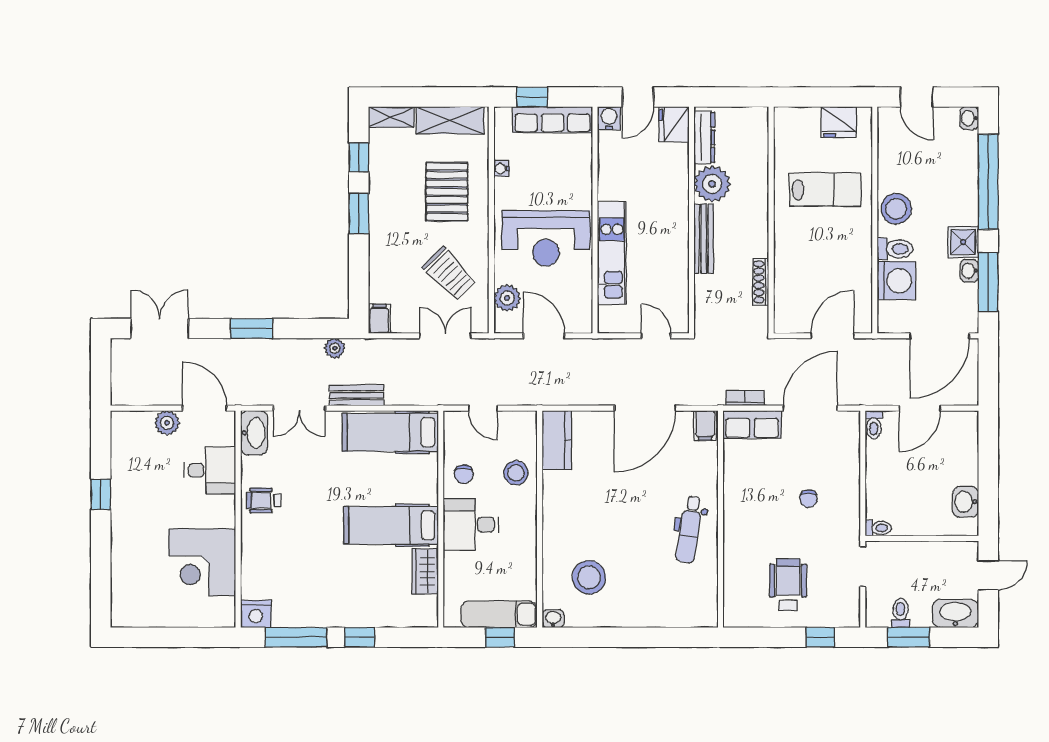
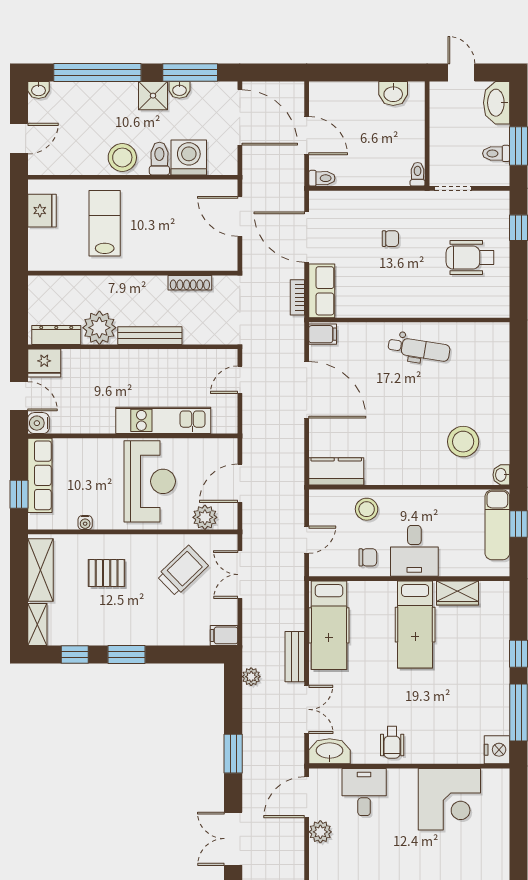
pallet: (447, 192) -> (107, 573), width x0.67, depth x0.71

